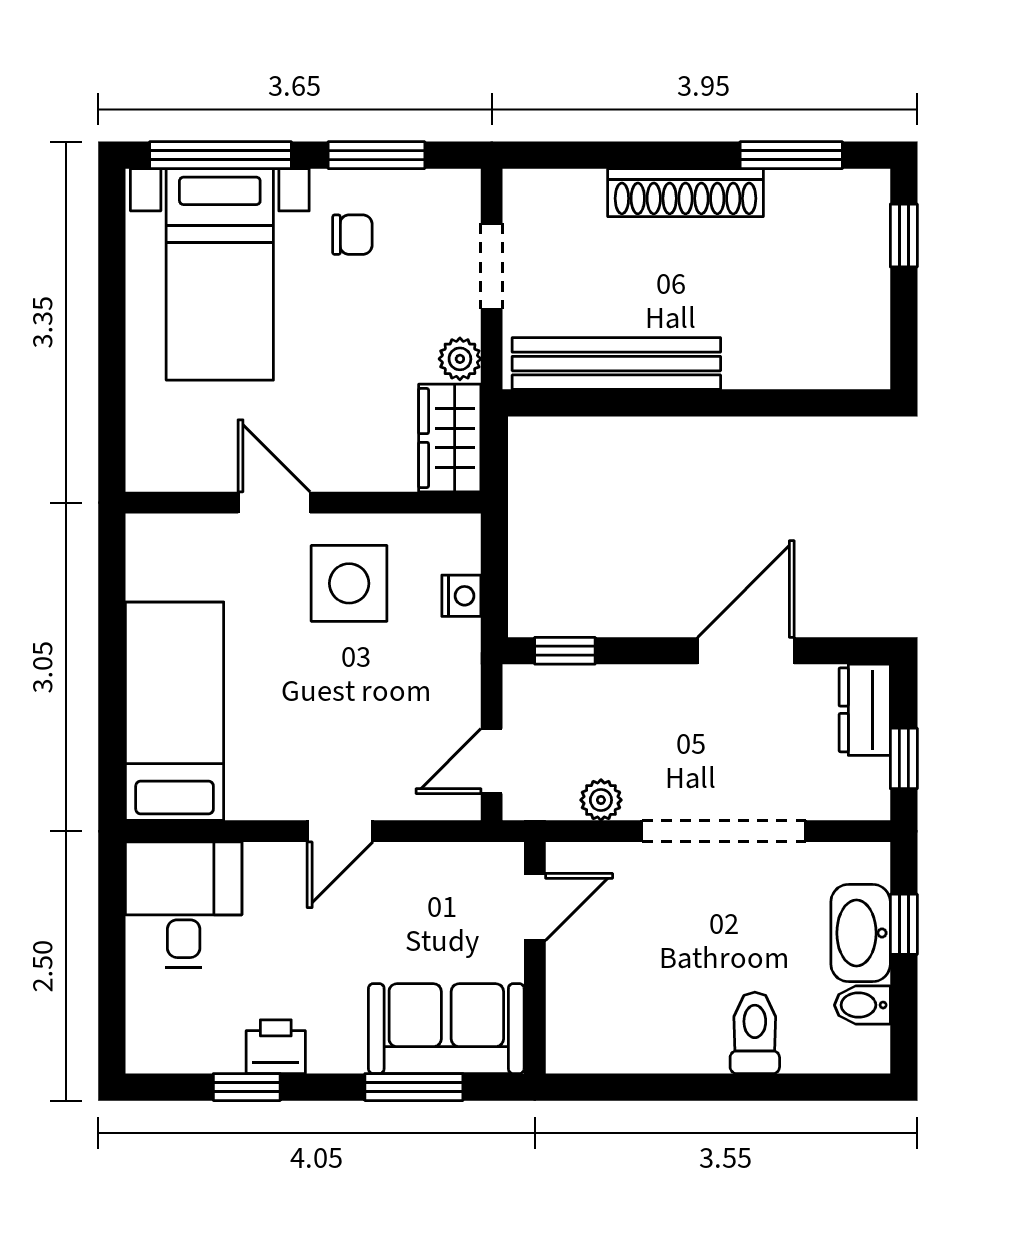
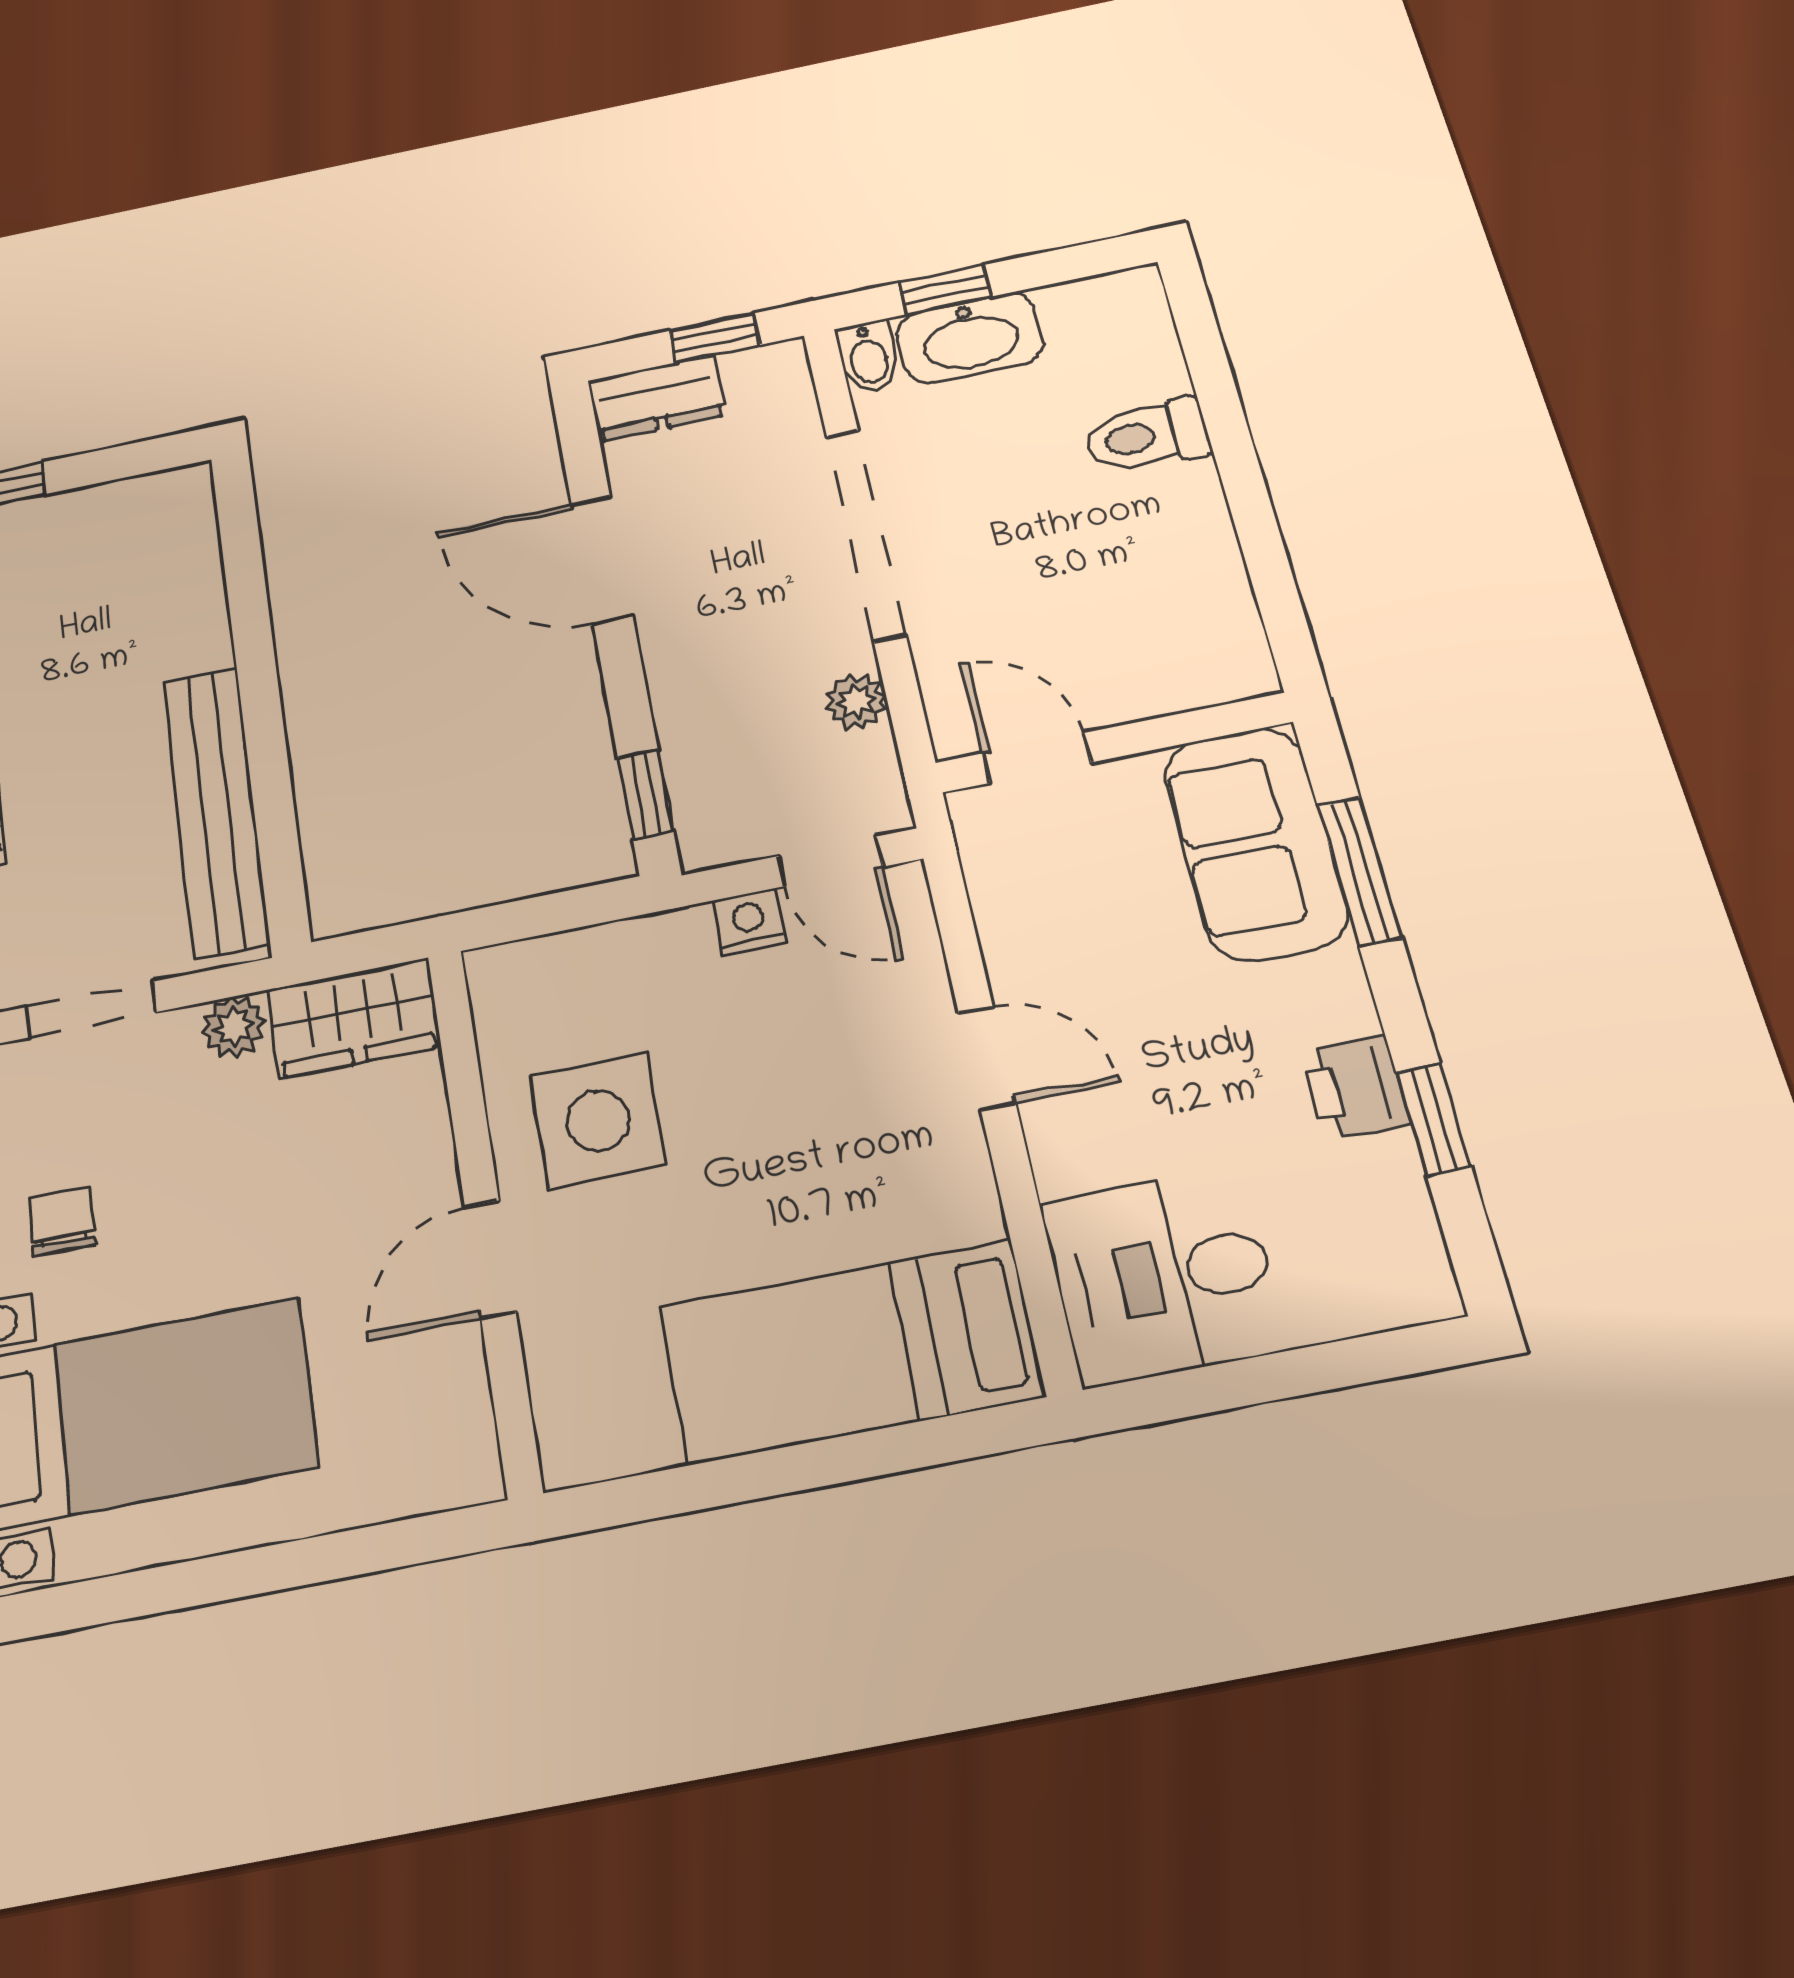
nightstand: (461, 596) -> (749, 922), moved
bidet: (862, 1005) -> (868, 357), moved

